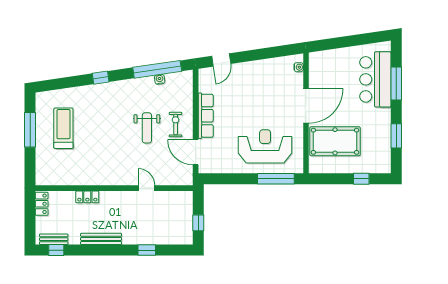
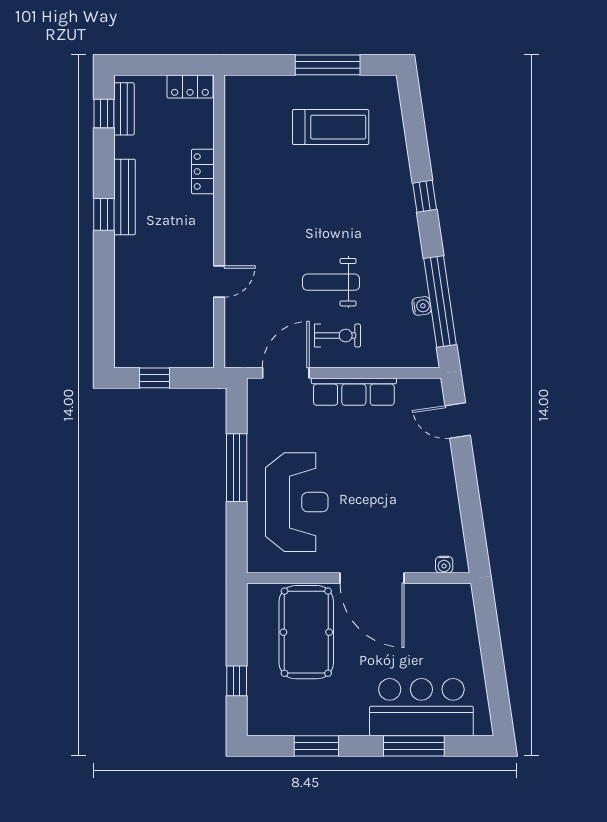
window: (276, 179) -> (237, 468), moved
window: (147, 250) -> (104, 214), moved

